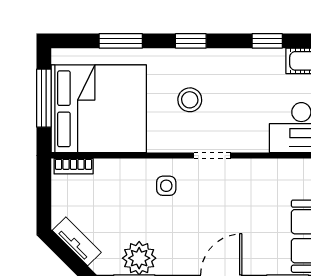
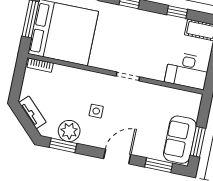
stool: (190, 100) -> (121, 39), removed
side table: (166, 186) -> (96, 111), moved

